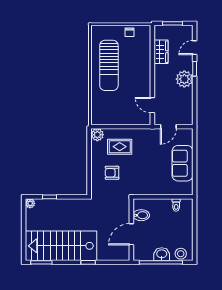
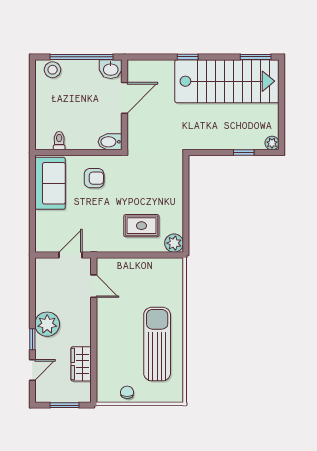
sofa: (182, 163) -> (50, 183), moved
armchair: (112, 173) -> (94, 178), moved
bidet: (141, 215) -> (110, 142), moved
washbasin: (162, 254) -> (111, 69), moved

